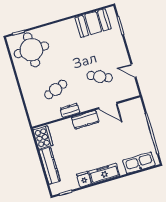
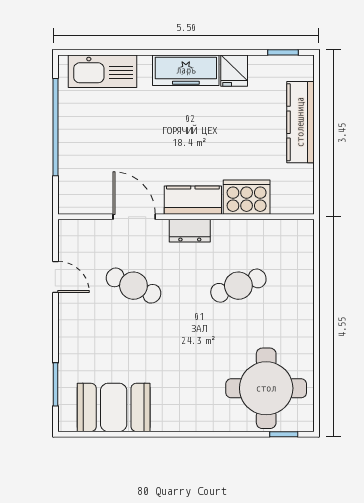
dresser: (70, 110) -> (190, 231), moved
cooker: (43, 138) -> (247, 197), moved, turned 90

